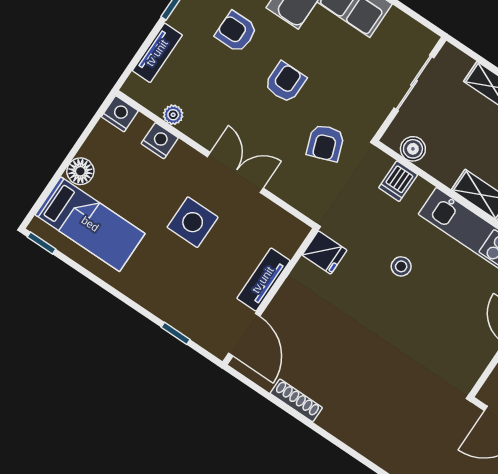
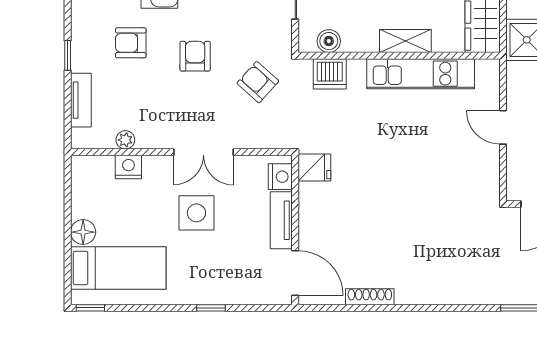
nightstand: (120, 114) -> (280, 177), moved, turned 90
armchair: (325, 143) -> (258, 82), turned 152
double door: (235, 172) -> (203, 152), swing flipped
dishwasher: (398, 181) -> (330, 74), width x1.38
stool: (401, 266) -> (381, 138), removed
window: (176, 333) -> (211, 308), moved

